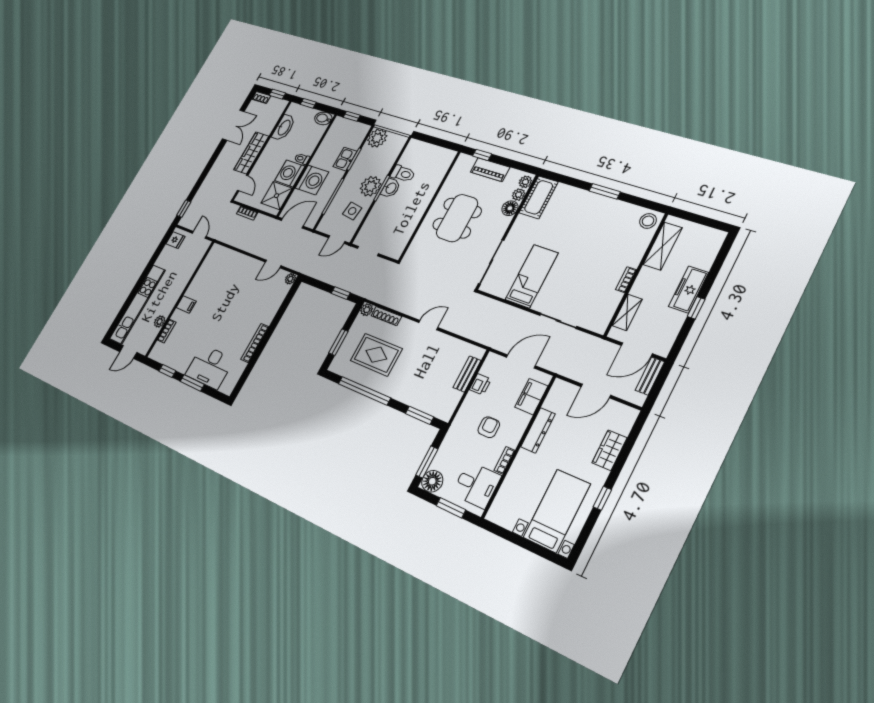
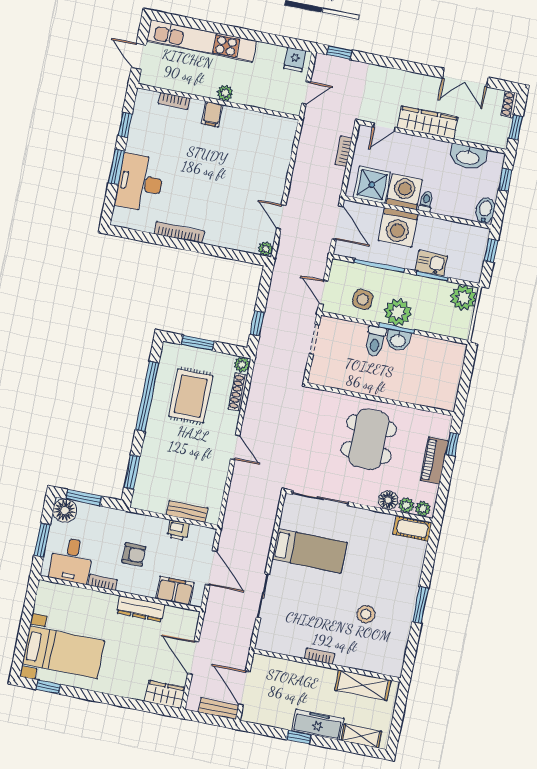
toilet: (403, 174) -> (375, 341), moved
cot: (539, 197) -> (412, 528), width x0.73, depth x0.75
dining table: (457, 218) -> (369, 439), turned 90
stool: (648, 221) -> (366, 614), moved
shelving: (627, 312) -> (361, 736), moved
plant: (160, 322) -> (225, 93), moved
wardrobe: (610, 450) -> (165, 695), moved
window: (602, 498) -> (49, 687), moved

